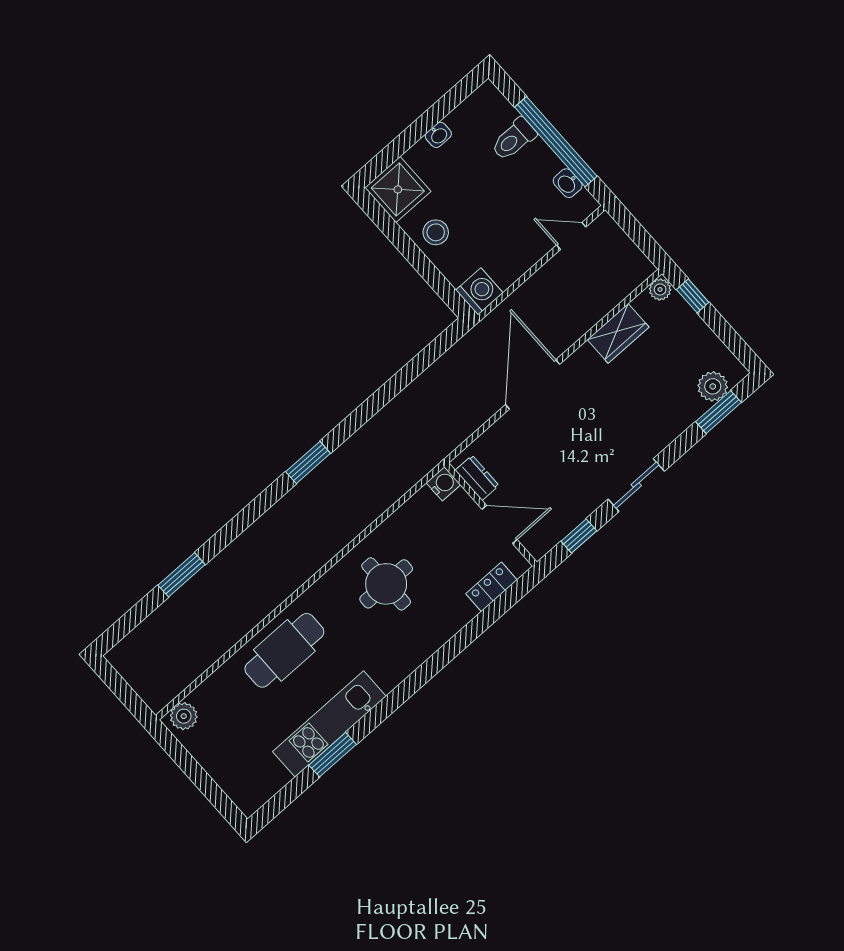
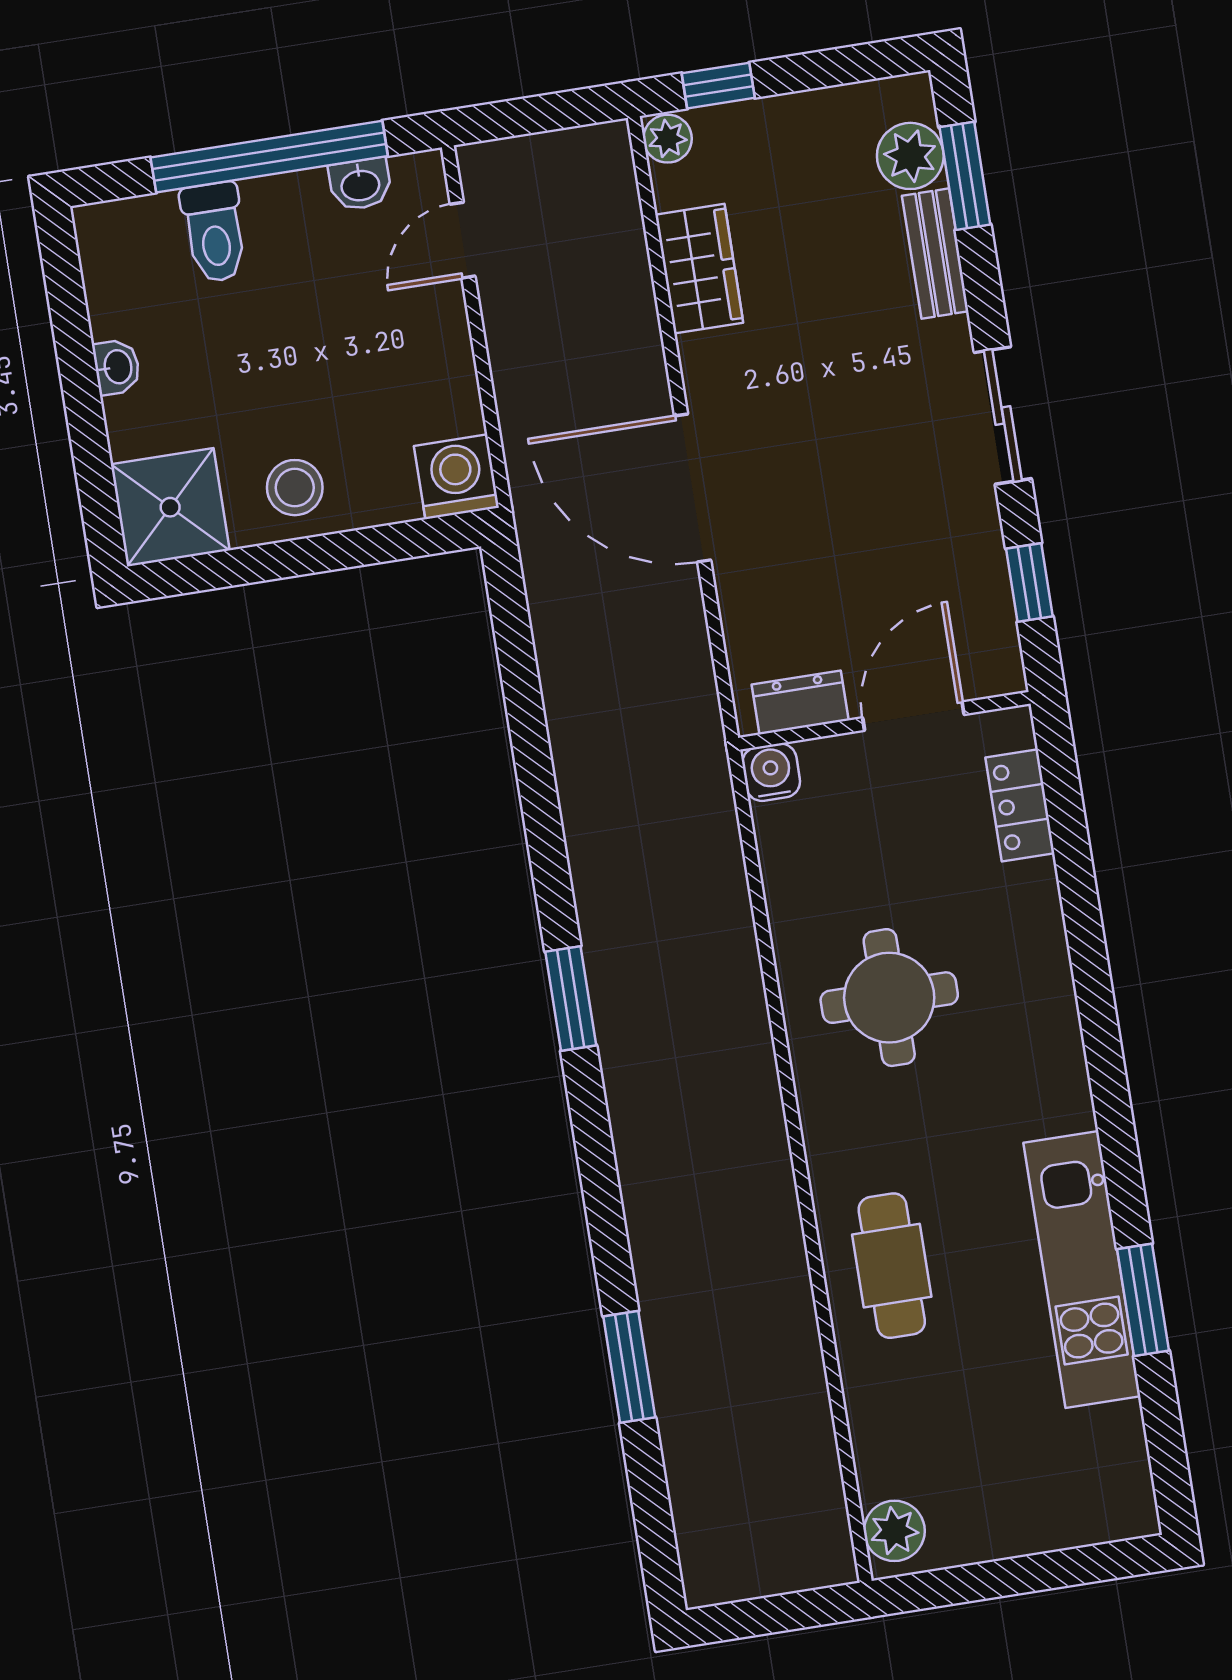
bench: (682, 420) -> (935, 254), added
cafe table: (284, 650) -> (892, 1266), width x0.73, depth x0.74

